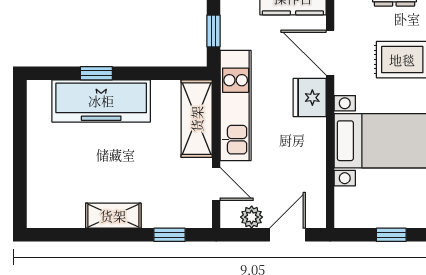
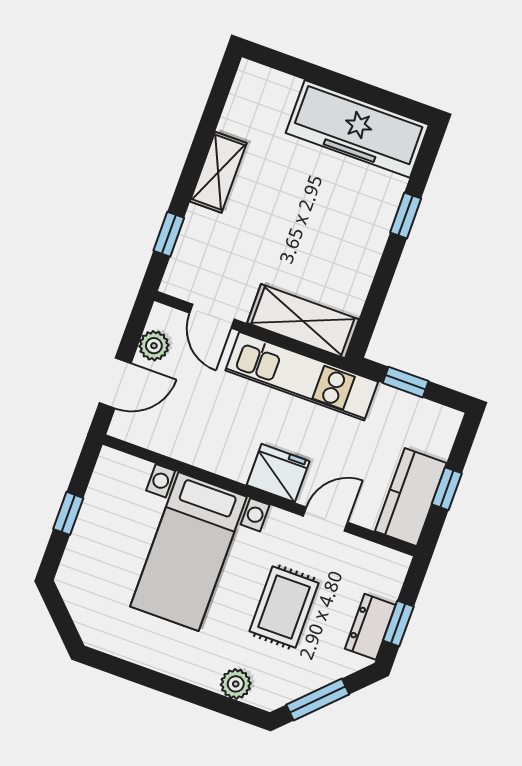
door: (330, 53) -> (325, 519), width x0.73
freezer: (101, 101) -> (357, 129), moved, turned -90
door: (216, 184) -> (212, 316), hinge flipped
door: (288, 235) -> (115, 383), hinge flipped

